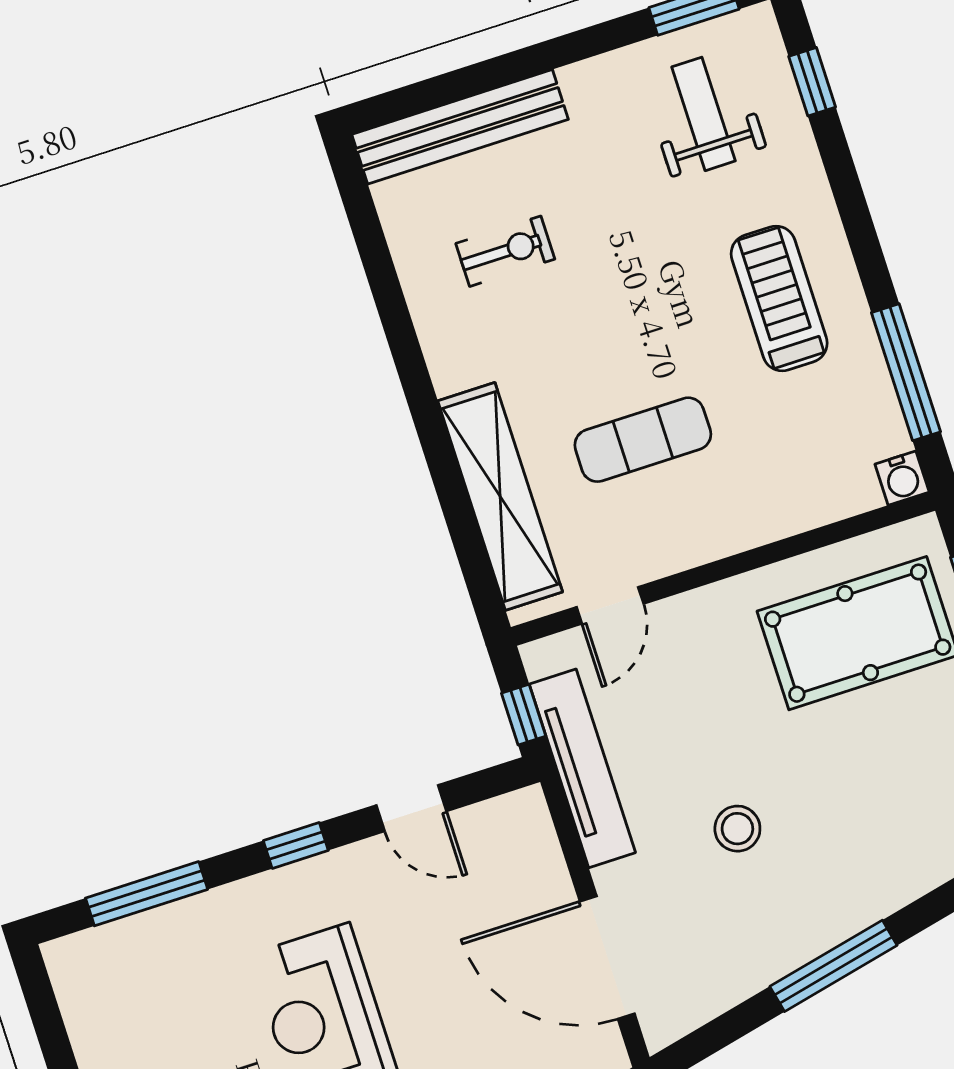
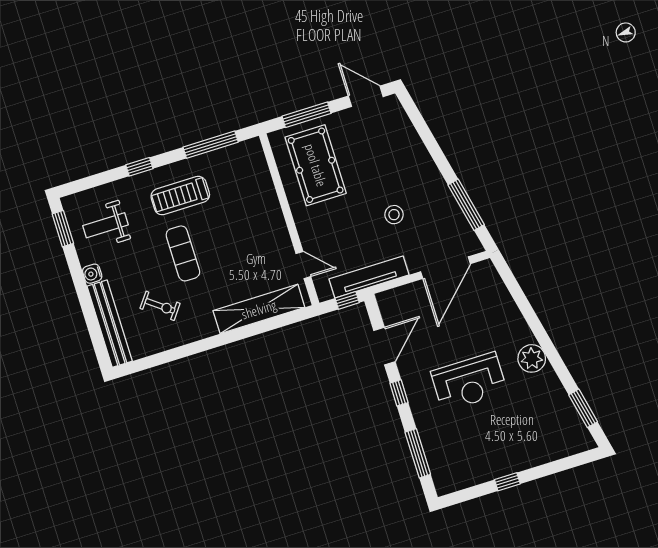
window: (812, 82) -> (139, 167), moved
exercise bike: (505, 251) -> (160, 306), turned 127
exercise mat: (643, 440) -> (183, 253), moved
water cooler: (902, 478) -> (92, 274), moved, turned 180
door: (411, 808) -> (384, 346), width x1.38
window: (833, 966) -> (466, 205), moved

